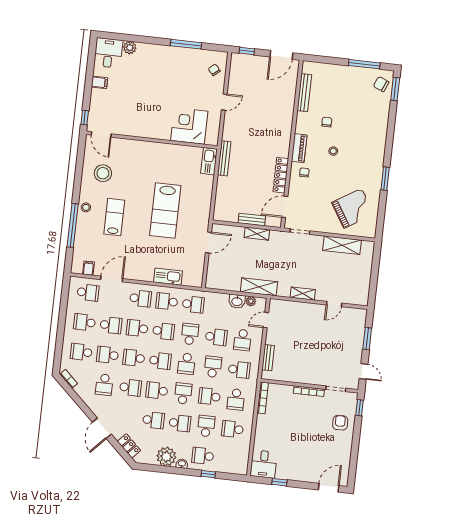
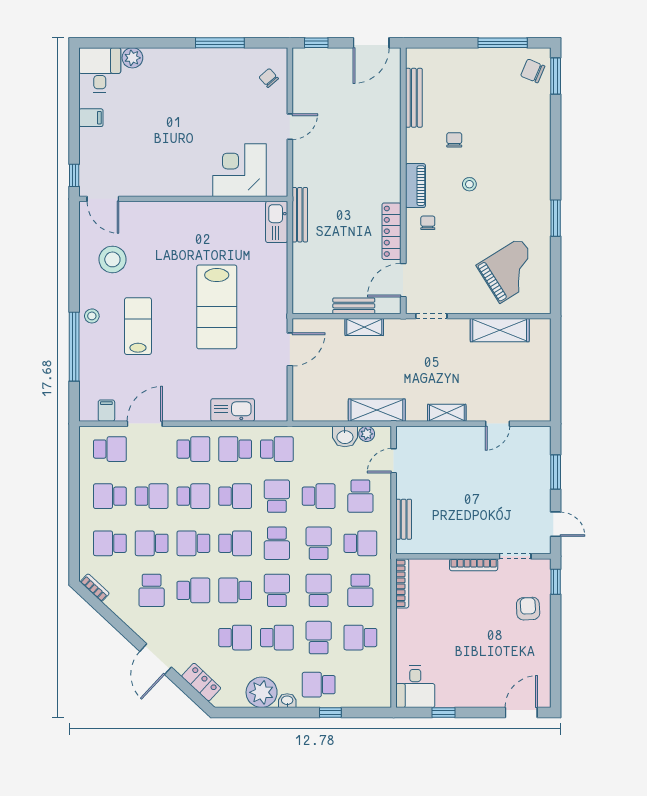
school desk: (137, 328) -> (193, 496), turned 180
school desk: (209, 396) -> (319, 590), turned 90

